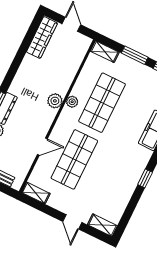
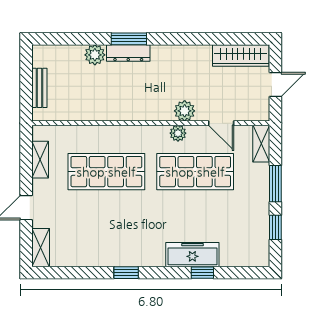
plant: (55, 101) -> (185, 111), moved
door: (42, 147) -> (221, 123), moved
shelving: (36, 193) -> (40, 160), moved

